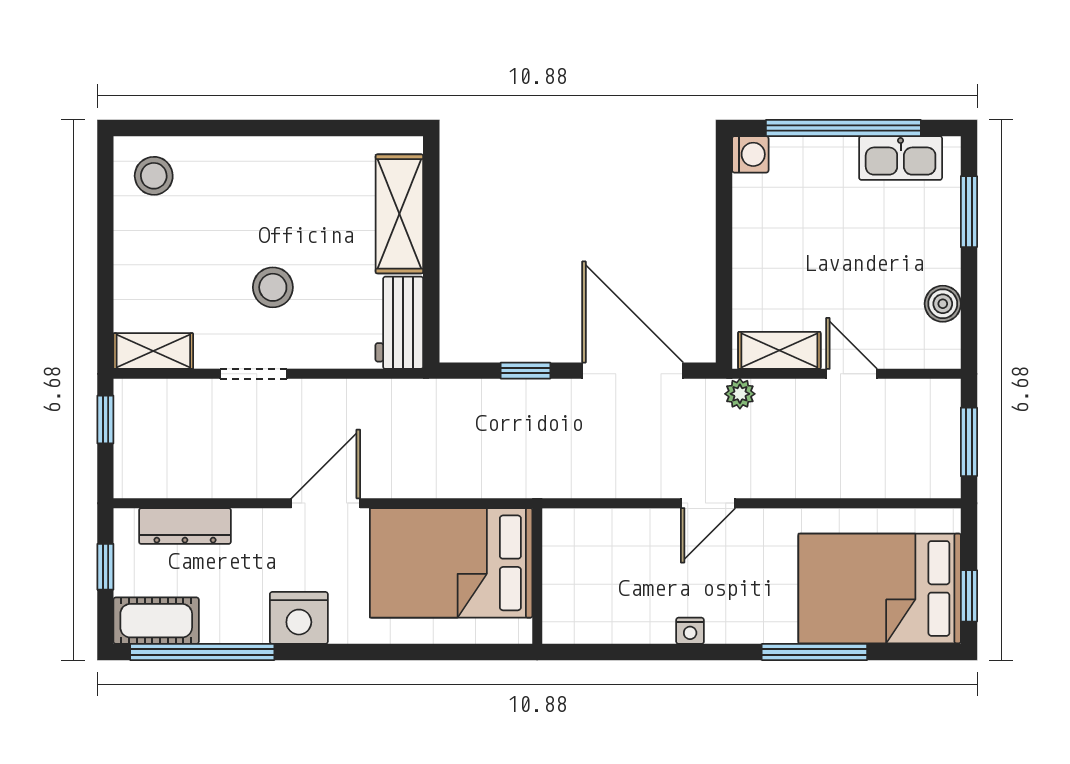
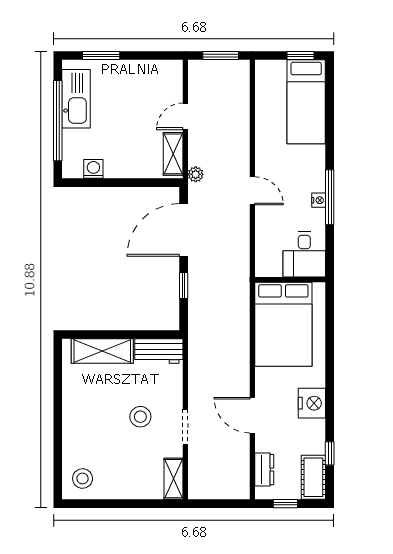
washing machine: (750, 154) -> (93, 169), moved
kitchen sink: (901, 158) -> (76, 99), width x1.36, depth x1.24
boiler: (943, 304) -> (149, 69), removed
window: (105, 420) -> (209, 504), removed
door: (326, 503) -> (252, 415), moved
dresser: (185, 526) -> (264, 470), width x0.70
bed: (880, 588) -> (306, 102), width x0.67
desk: (586, 603) -> (304, 254), added
window: (202, 652) -> (330, 453), width x0.32
window: (814, 652) -> (330, 197), moved

